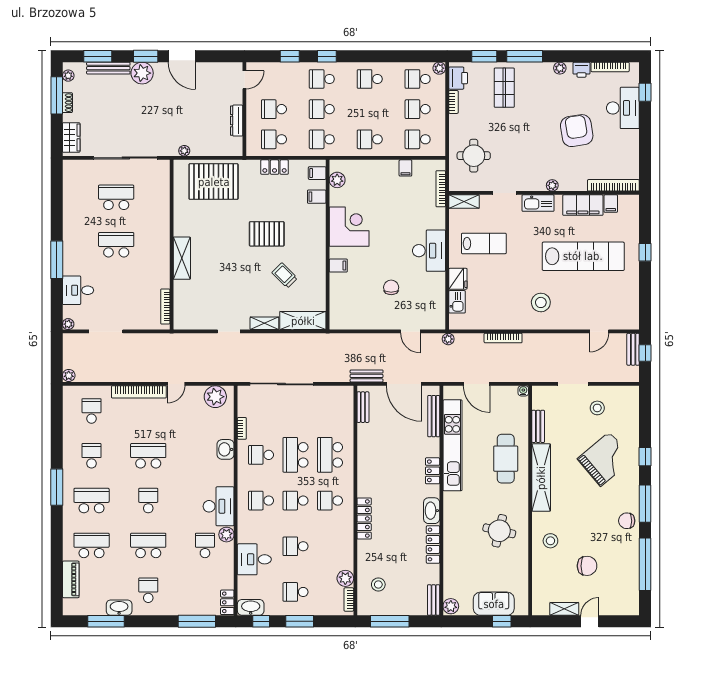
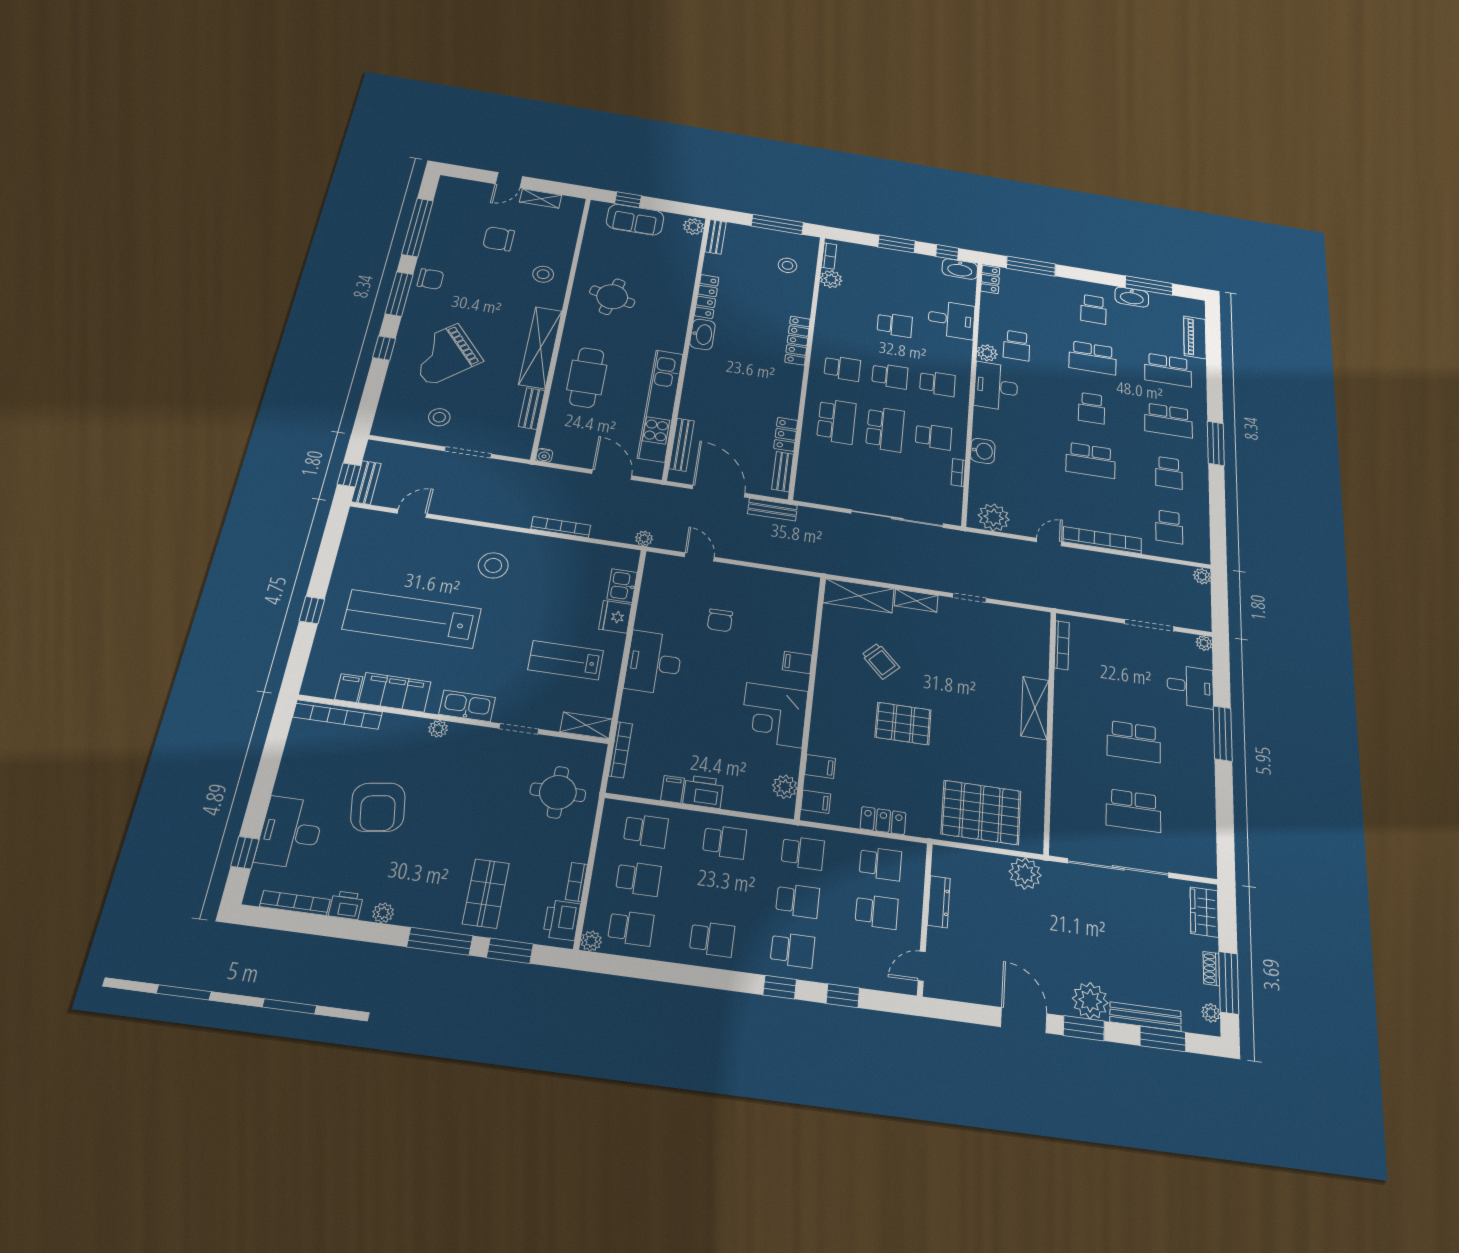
plant: (184, 151) -> (1025, 873), width x1.87, depth x1.87
printer: (387, 169) -> (703, 792), added
locker: (433, 471) -> (786, 434), moved, turned 180
school desk: (295, 592) -> (899, 276), removed

